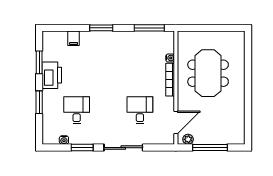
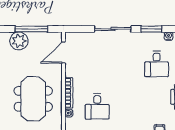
desk: (140, 110) -> (97, 106), moved
plant: (188, 139) -> (19, 41), moved, width x1.88, depth x1.88

